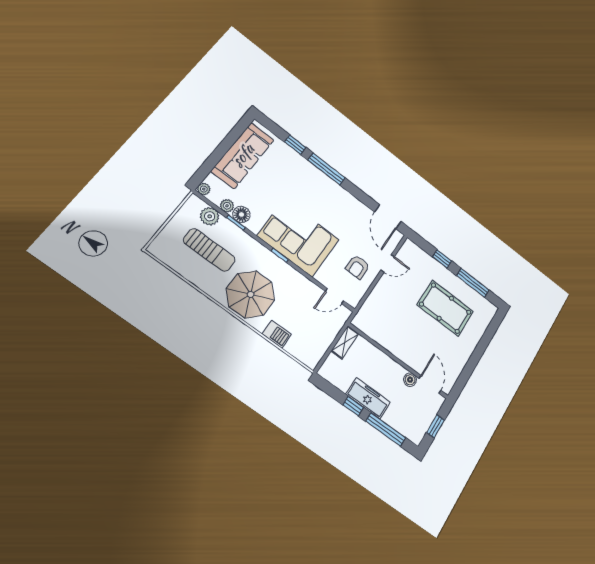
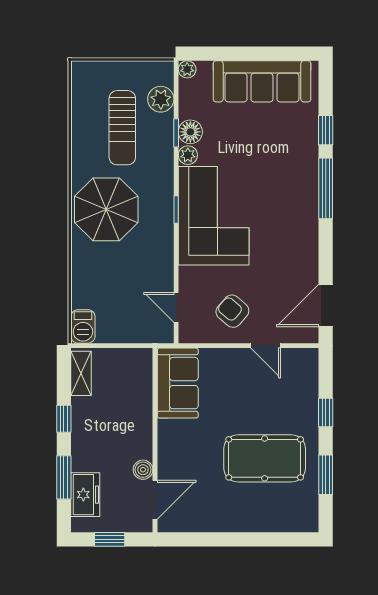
plant: (227, 206) -> (188, 155), moved
armchair: (358, 267) -> (232, 311), turned 41
window: (473, 283) -> (326, 475), width x0.69
pool table: (445, 308) -> (265, 458), turned 90
sofa: (376, 326) -> (178, 383), added
barbecue: (277, 334) -> (83, 326), moved
shelving: (345, 342) -> (81, 373), moved, turned 90
freezer: (368, 398) -> (85, 495), moved, width x0.71
window: (386, 429) -> (64, 477), width x0.69

